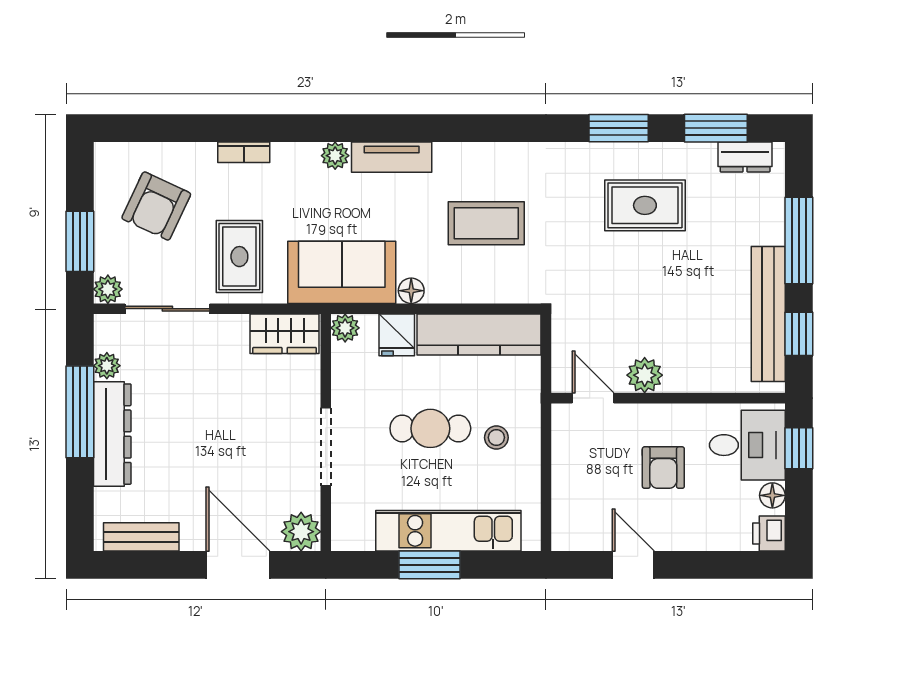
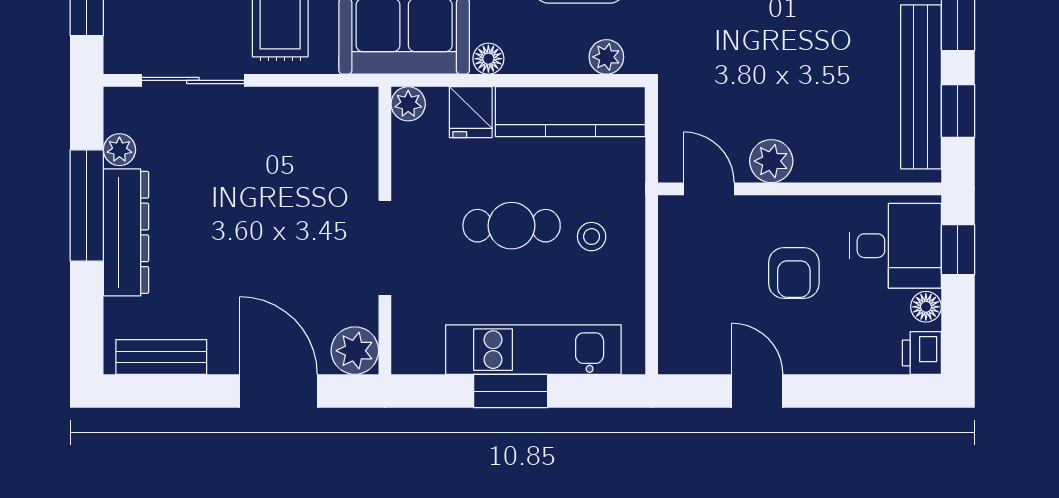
plant: (108, 289) -> (606, 57), moved
wardrobe: (285, 334) -> (335, 111), removed

